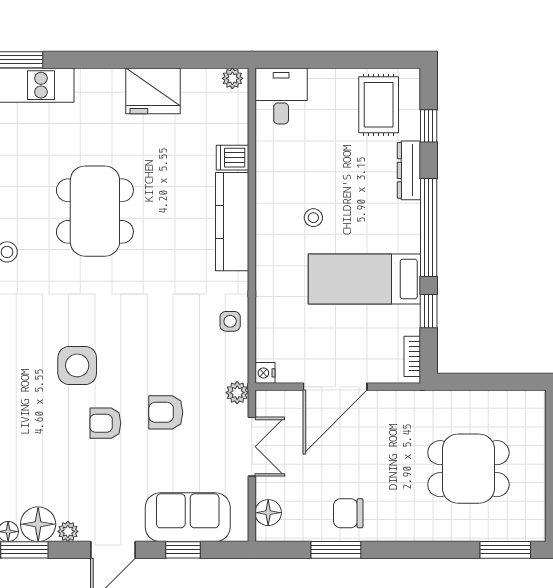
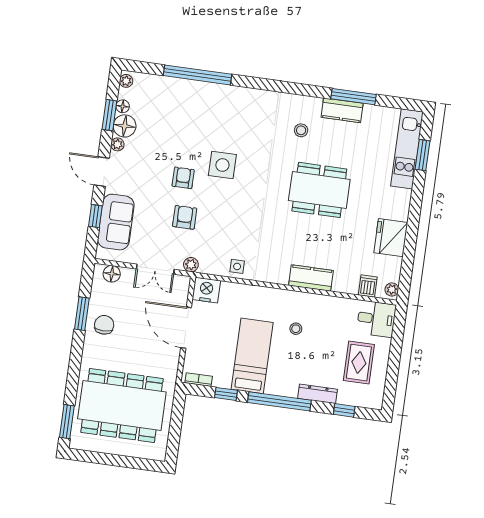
rug: (379, 105) -> (359, 363), moved, turned 90
dishwasher: (232, 158) -> (368, 286), moved
kitchen counter: (232, 222) -> (311, 278), width x0.67
nightstand: (265, 373) -> (206, 290), width x1.89, depth x1.79
dining table: (468, 469) -> (122, 405), width x1.88, depth x1.24

